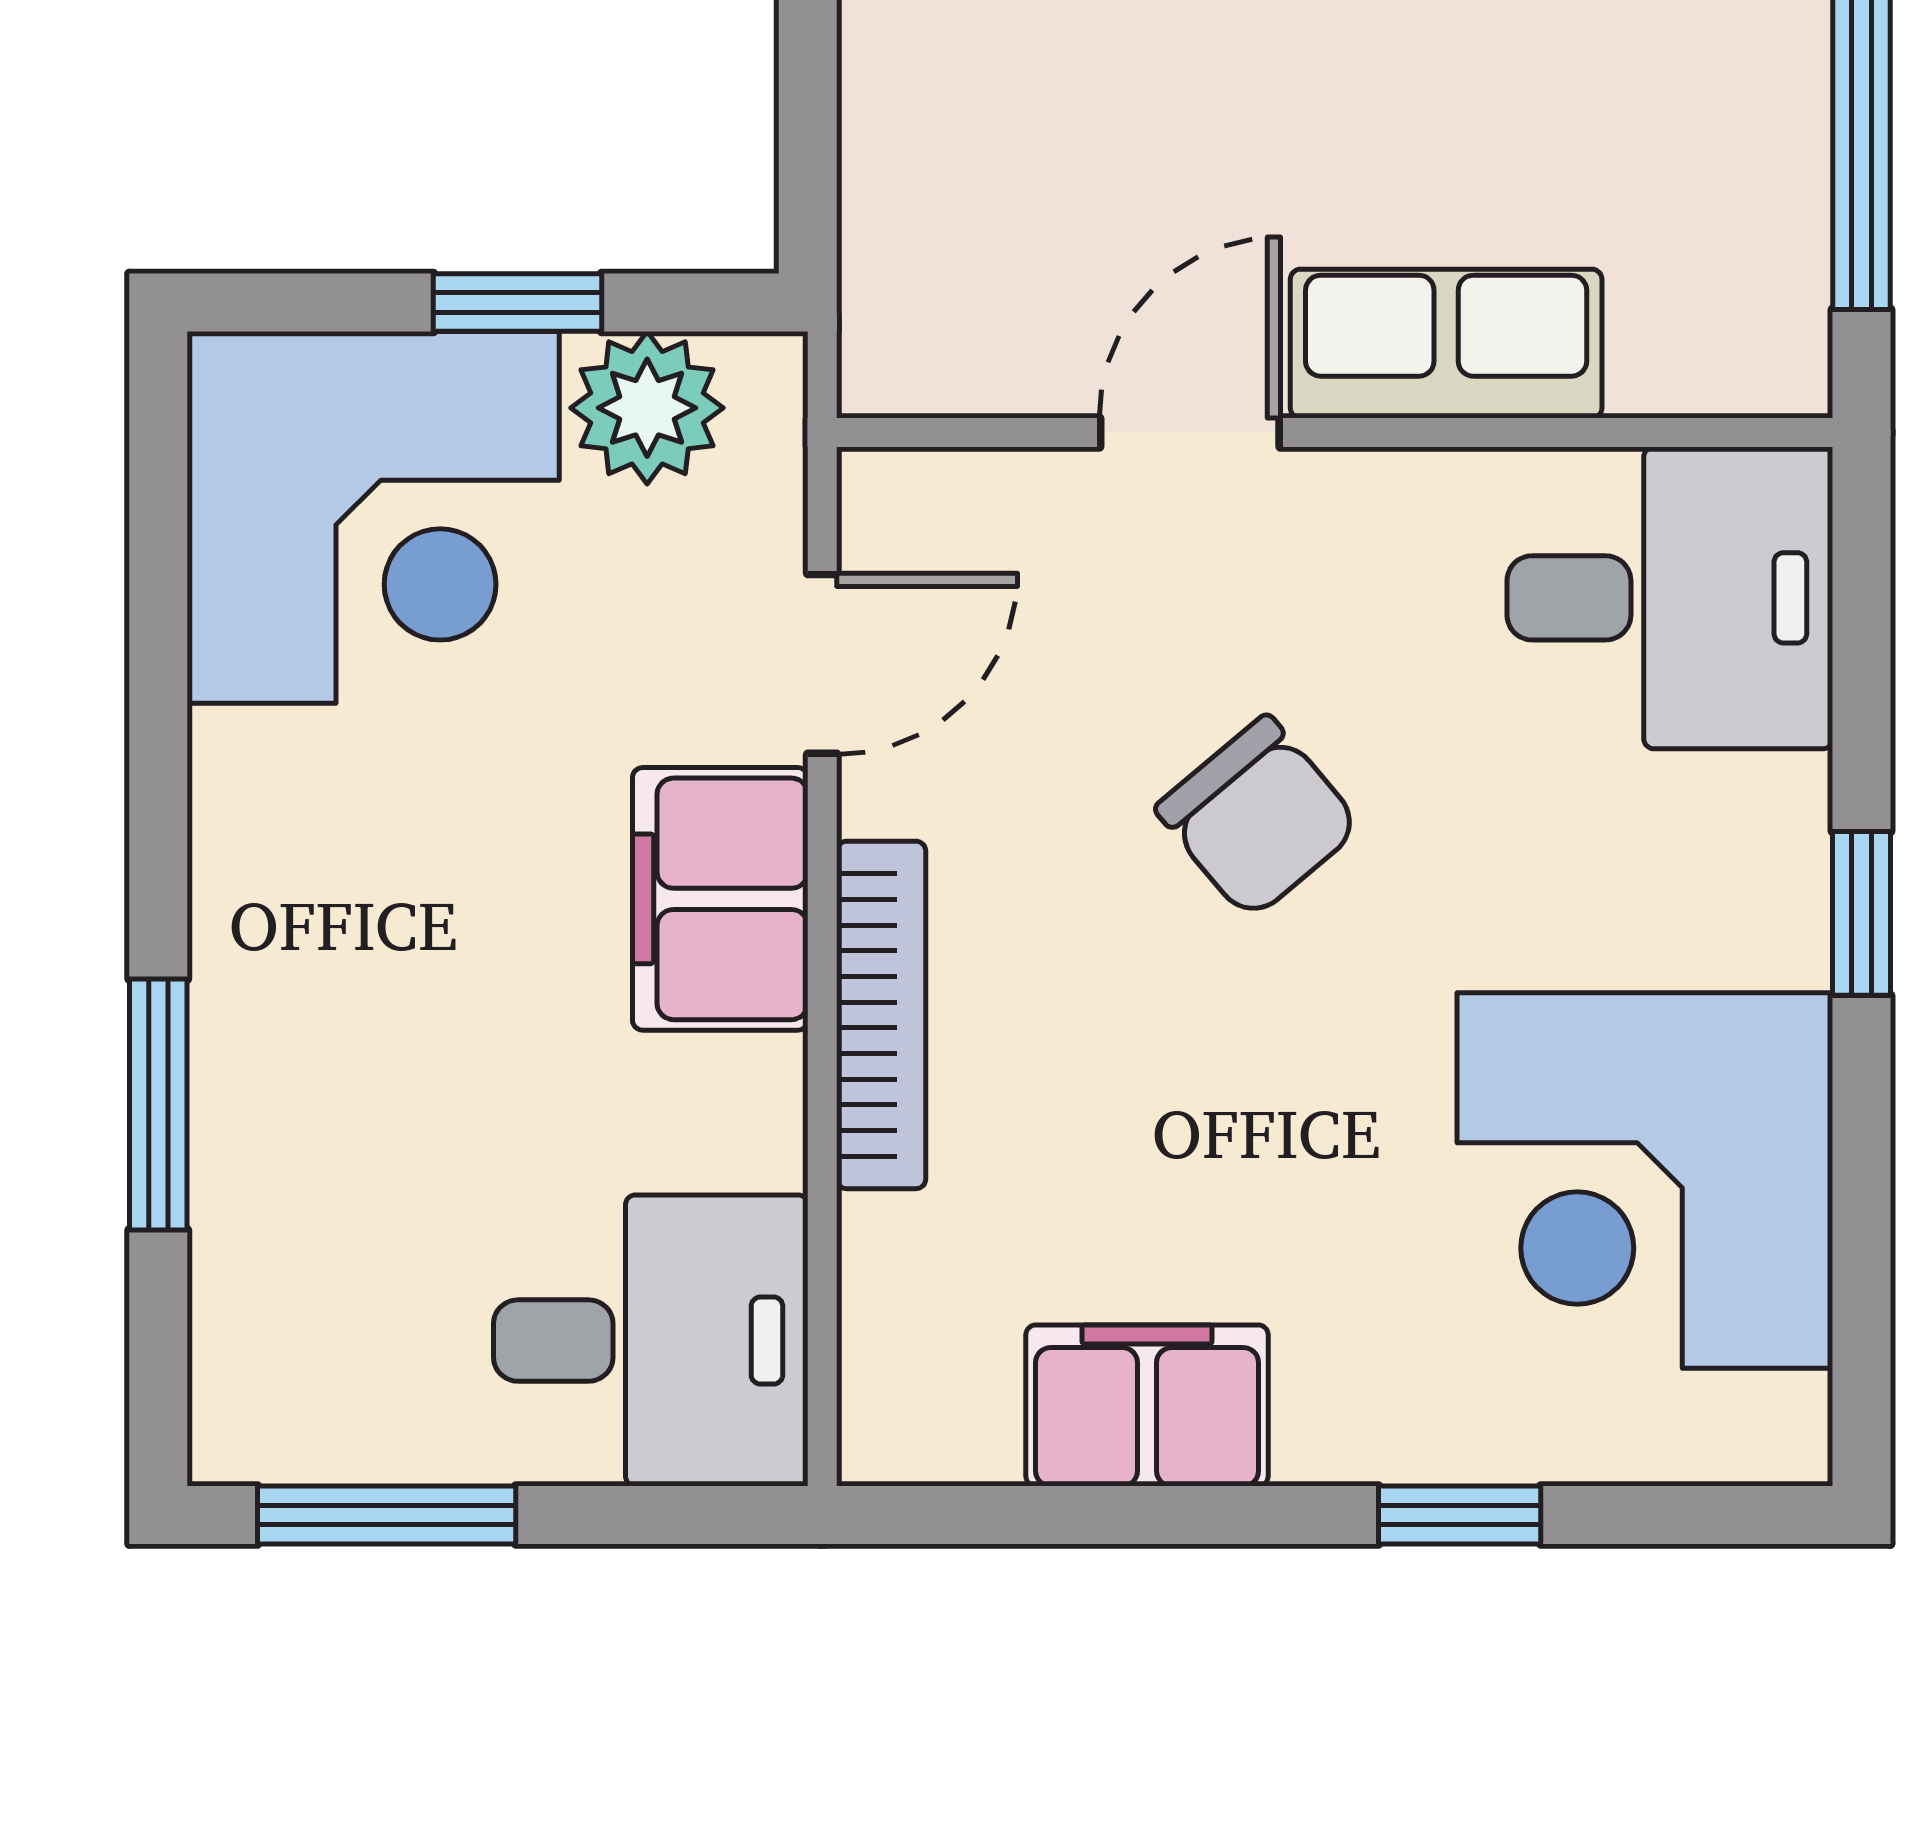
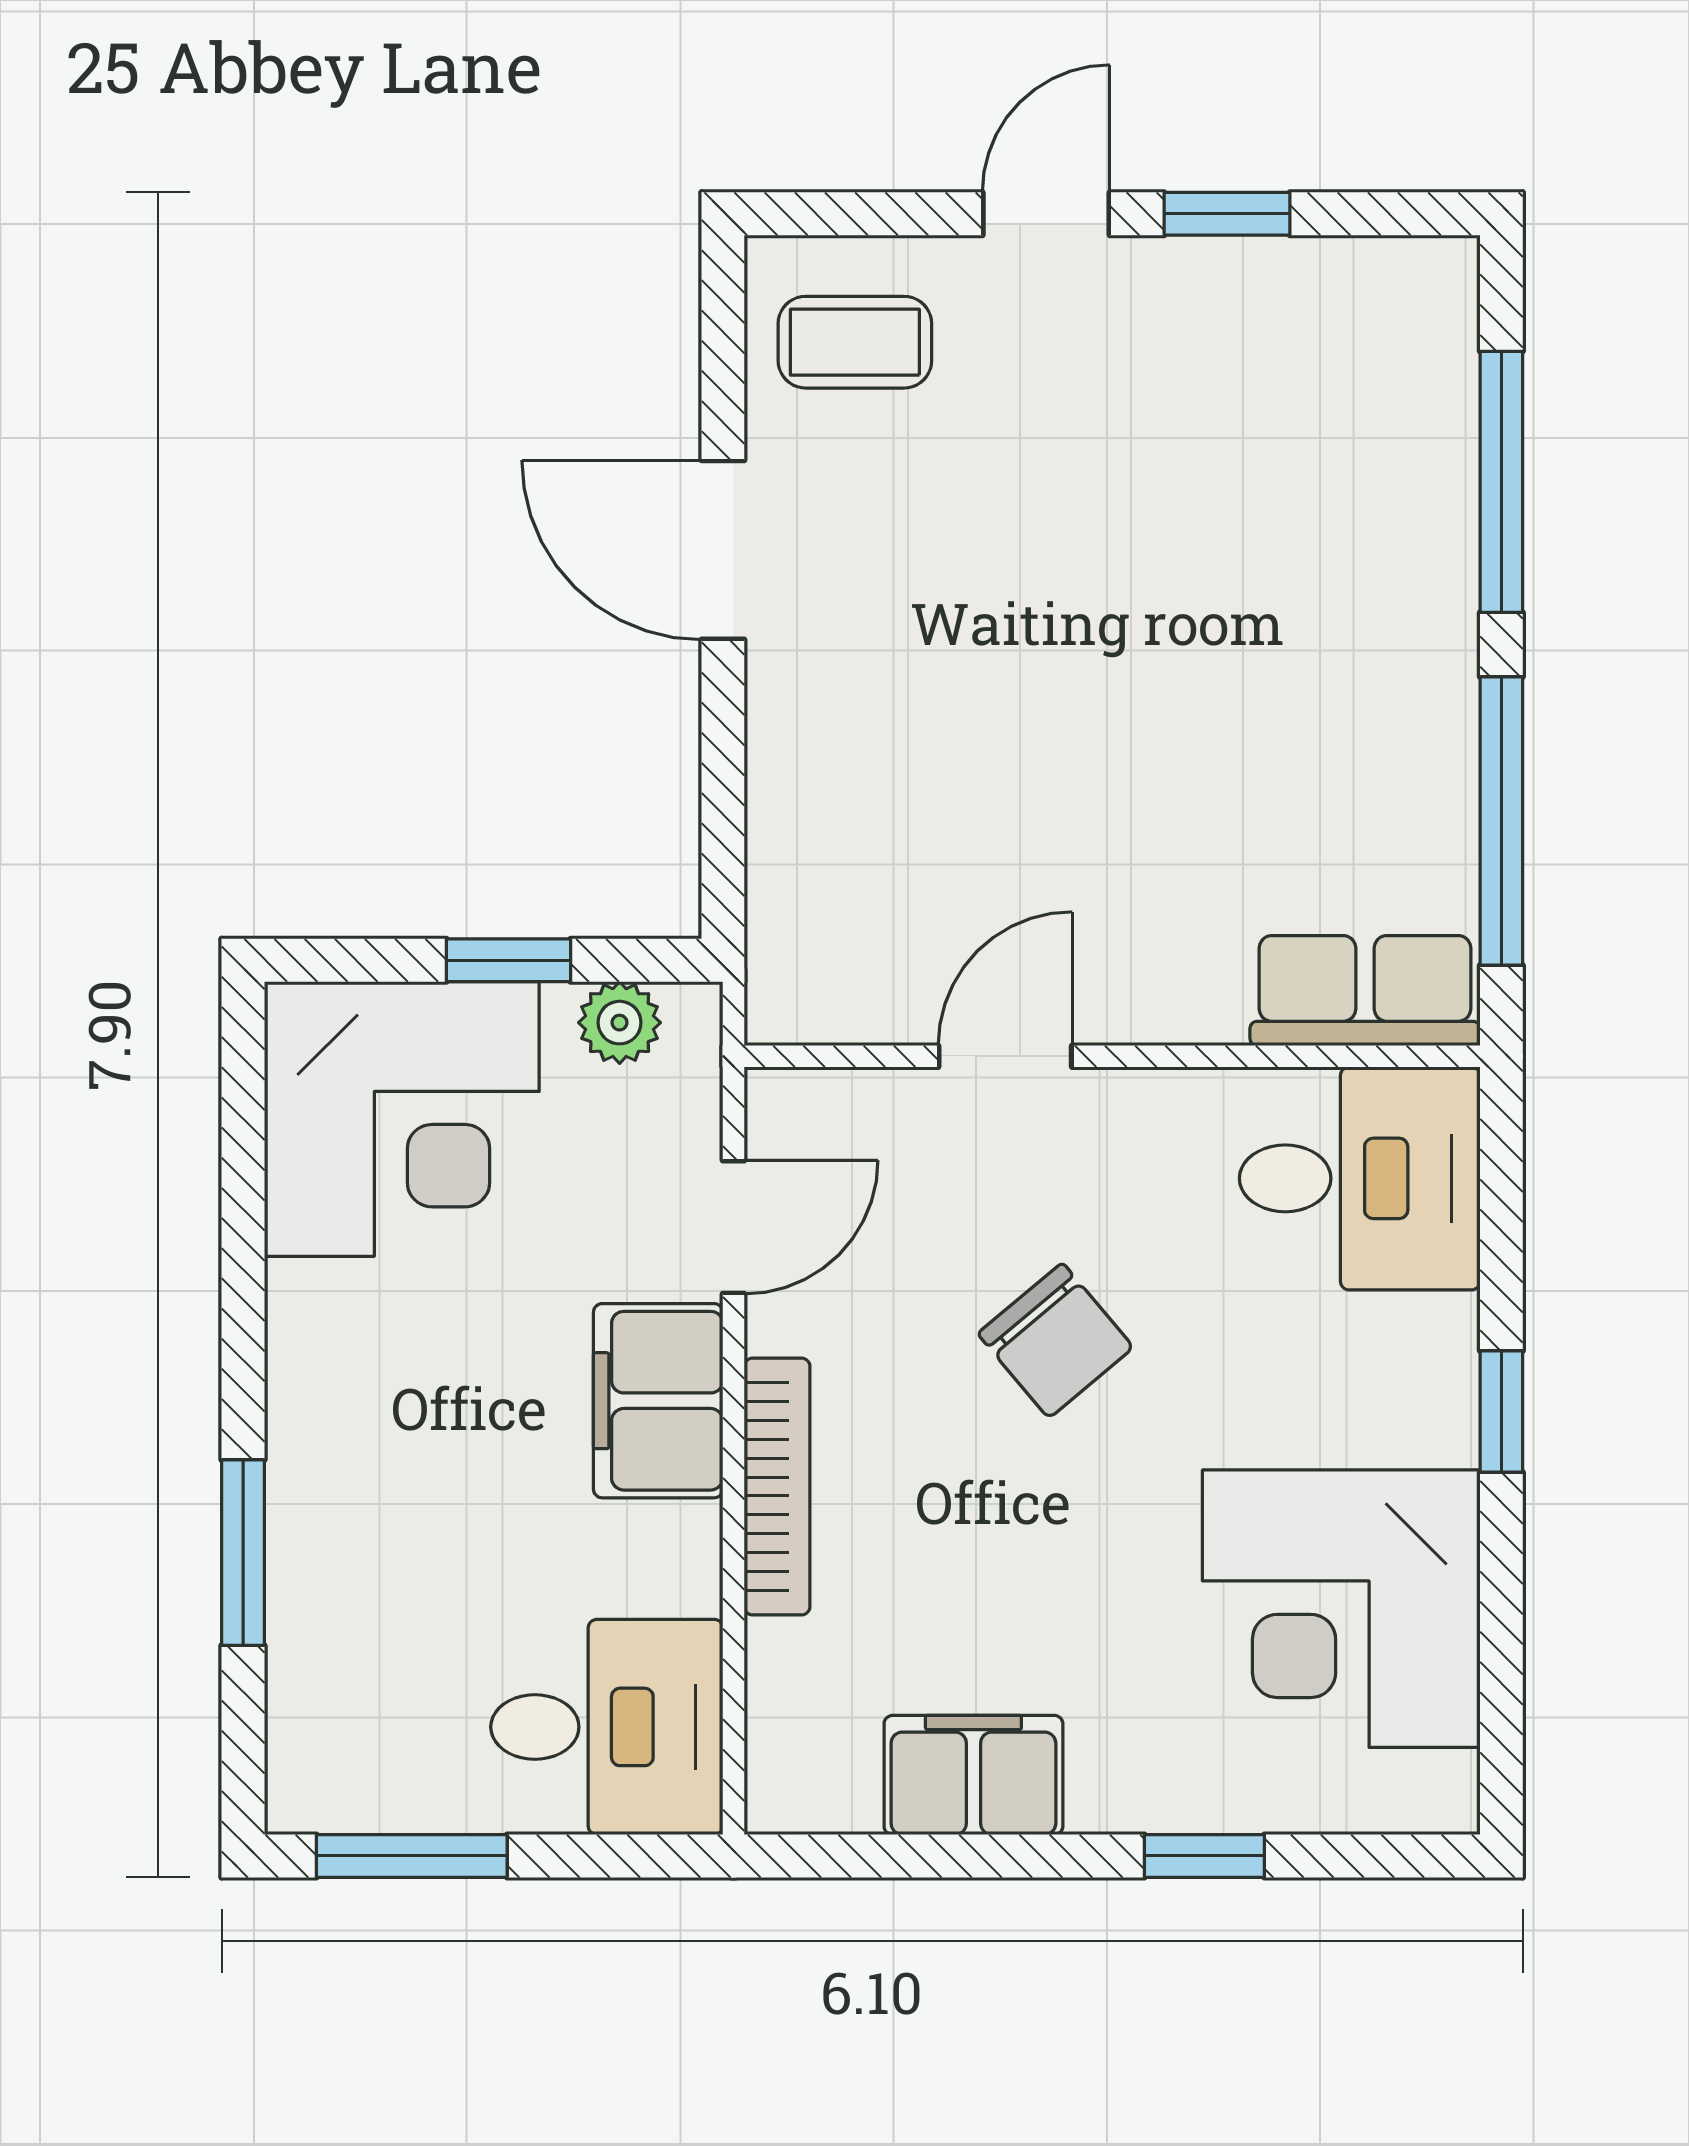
row of seats: (1446, 344) -> (1365, 991), moved
plant: (647, 408) -> (620, 1023), width x0.73, depth x0.73

